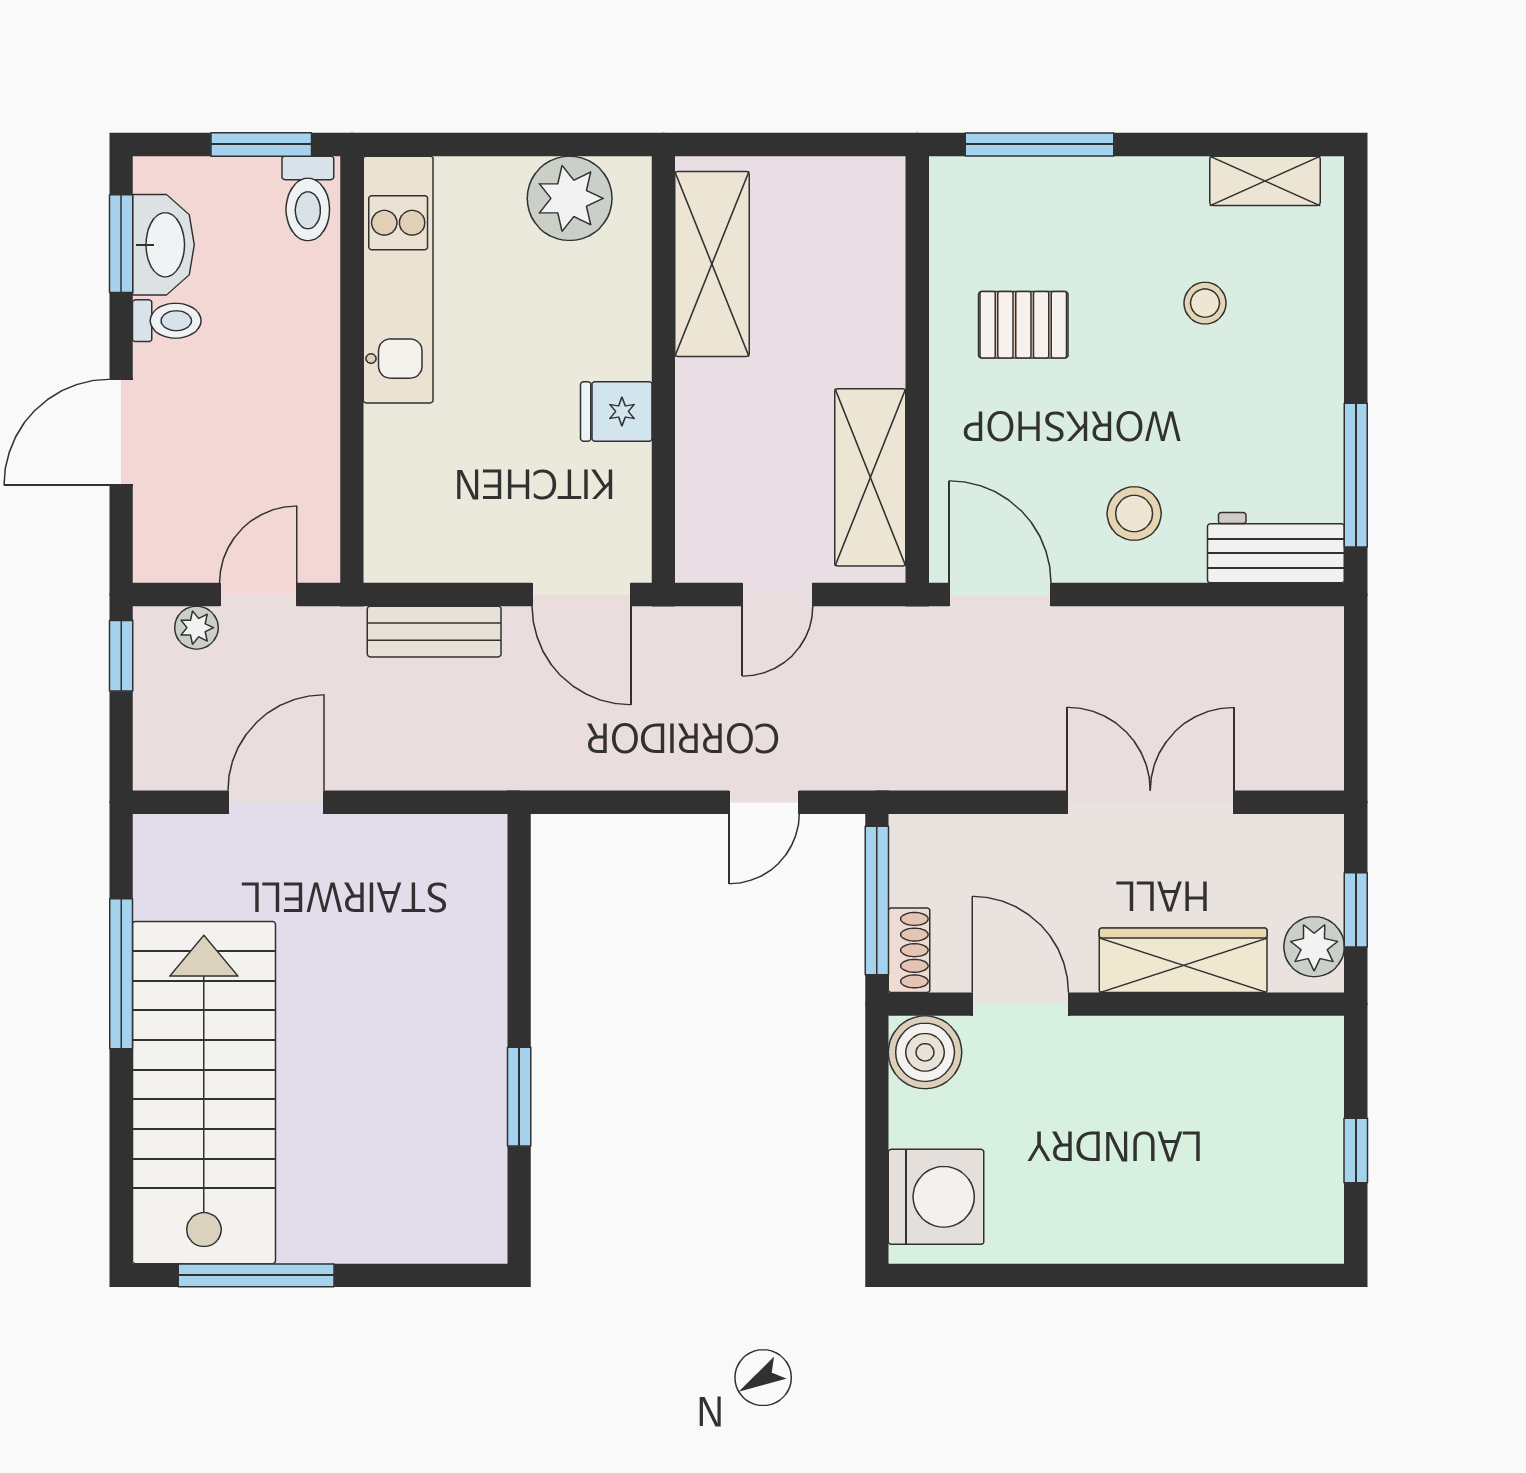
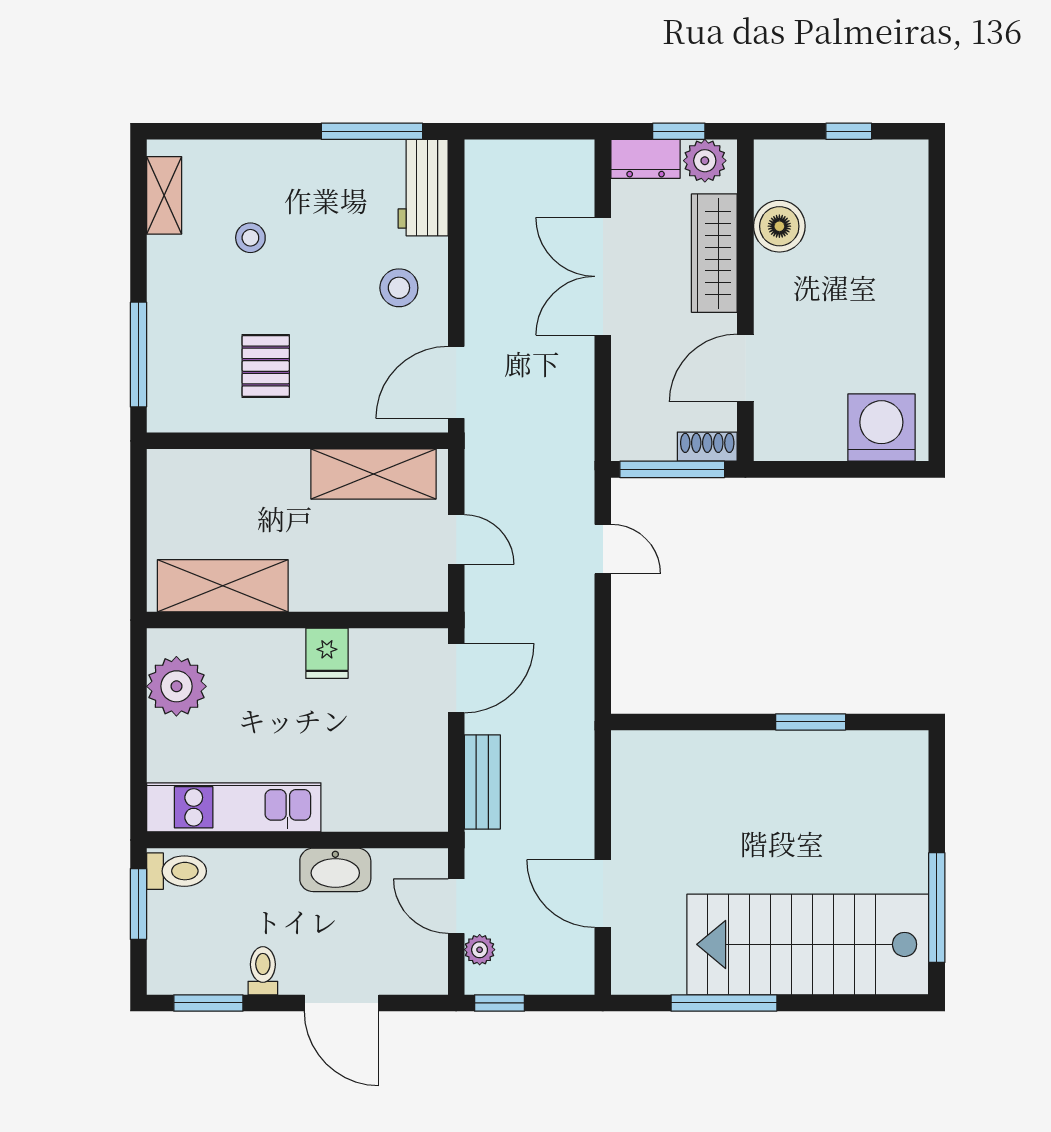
washbasin: (163, 245) -> (335, 870), moved, turned 180
dresser: (1317, 863) -> (646, 159), added
boiler: (925, 1052) -> (779, 226), moved

